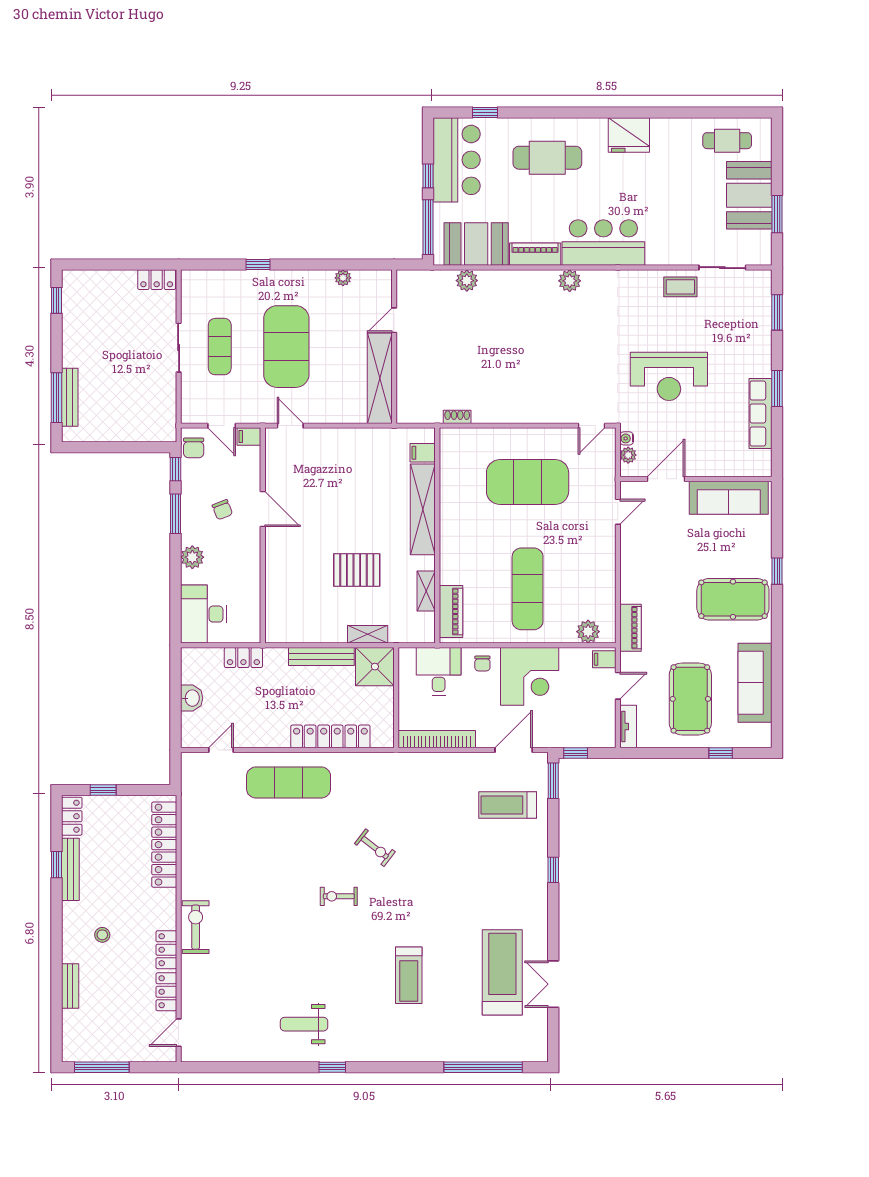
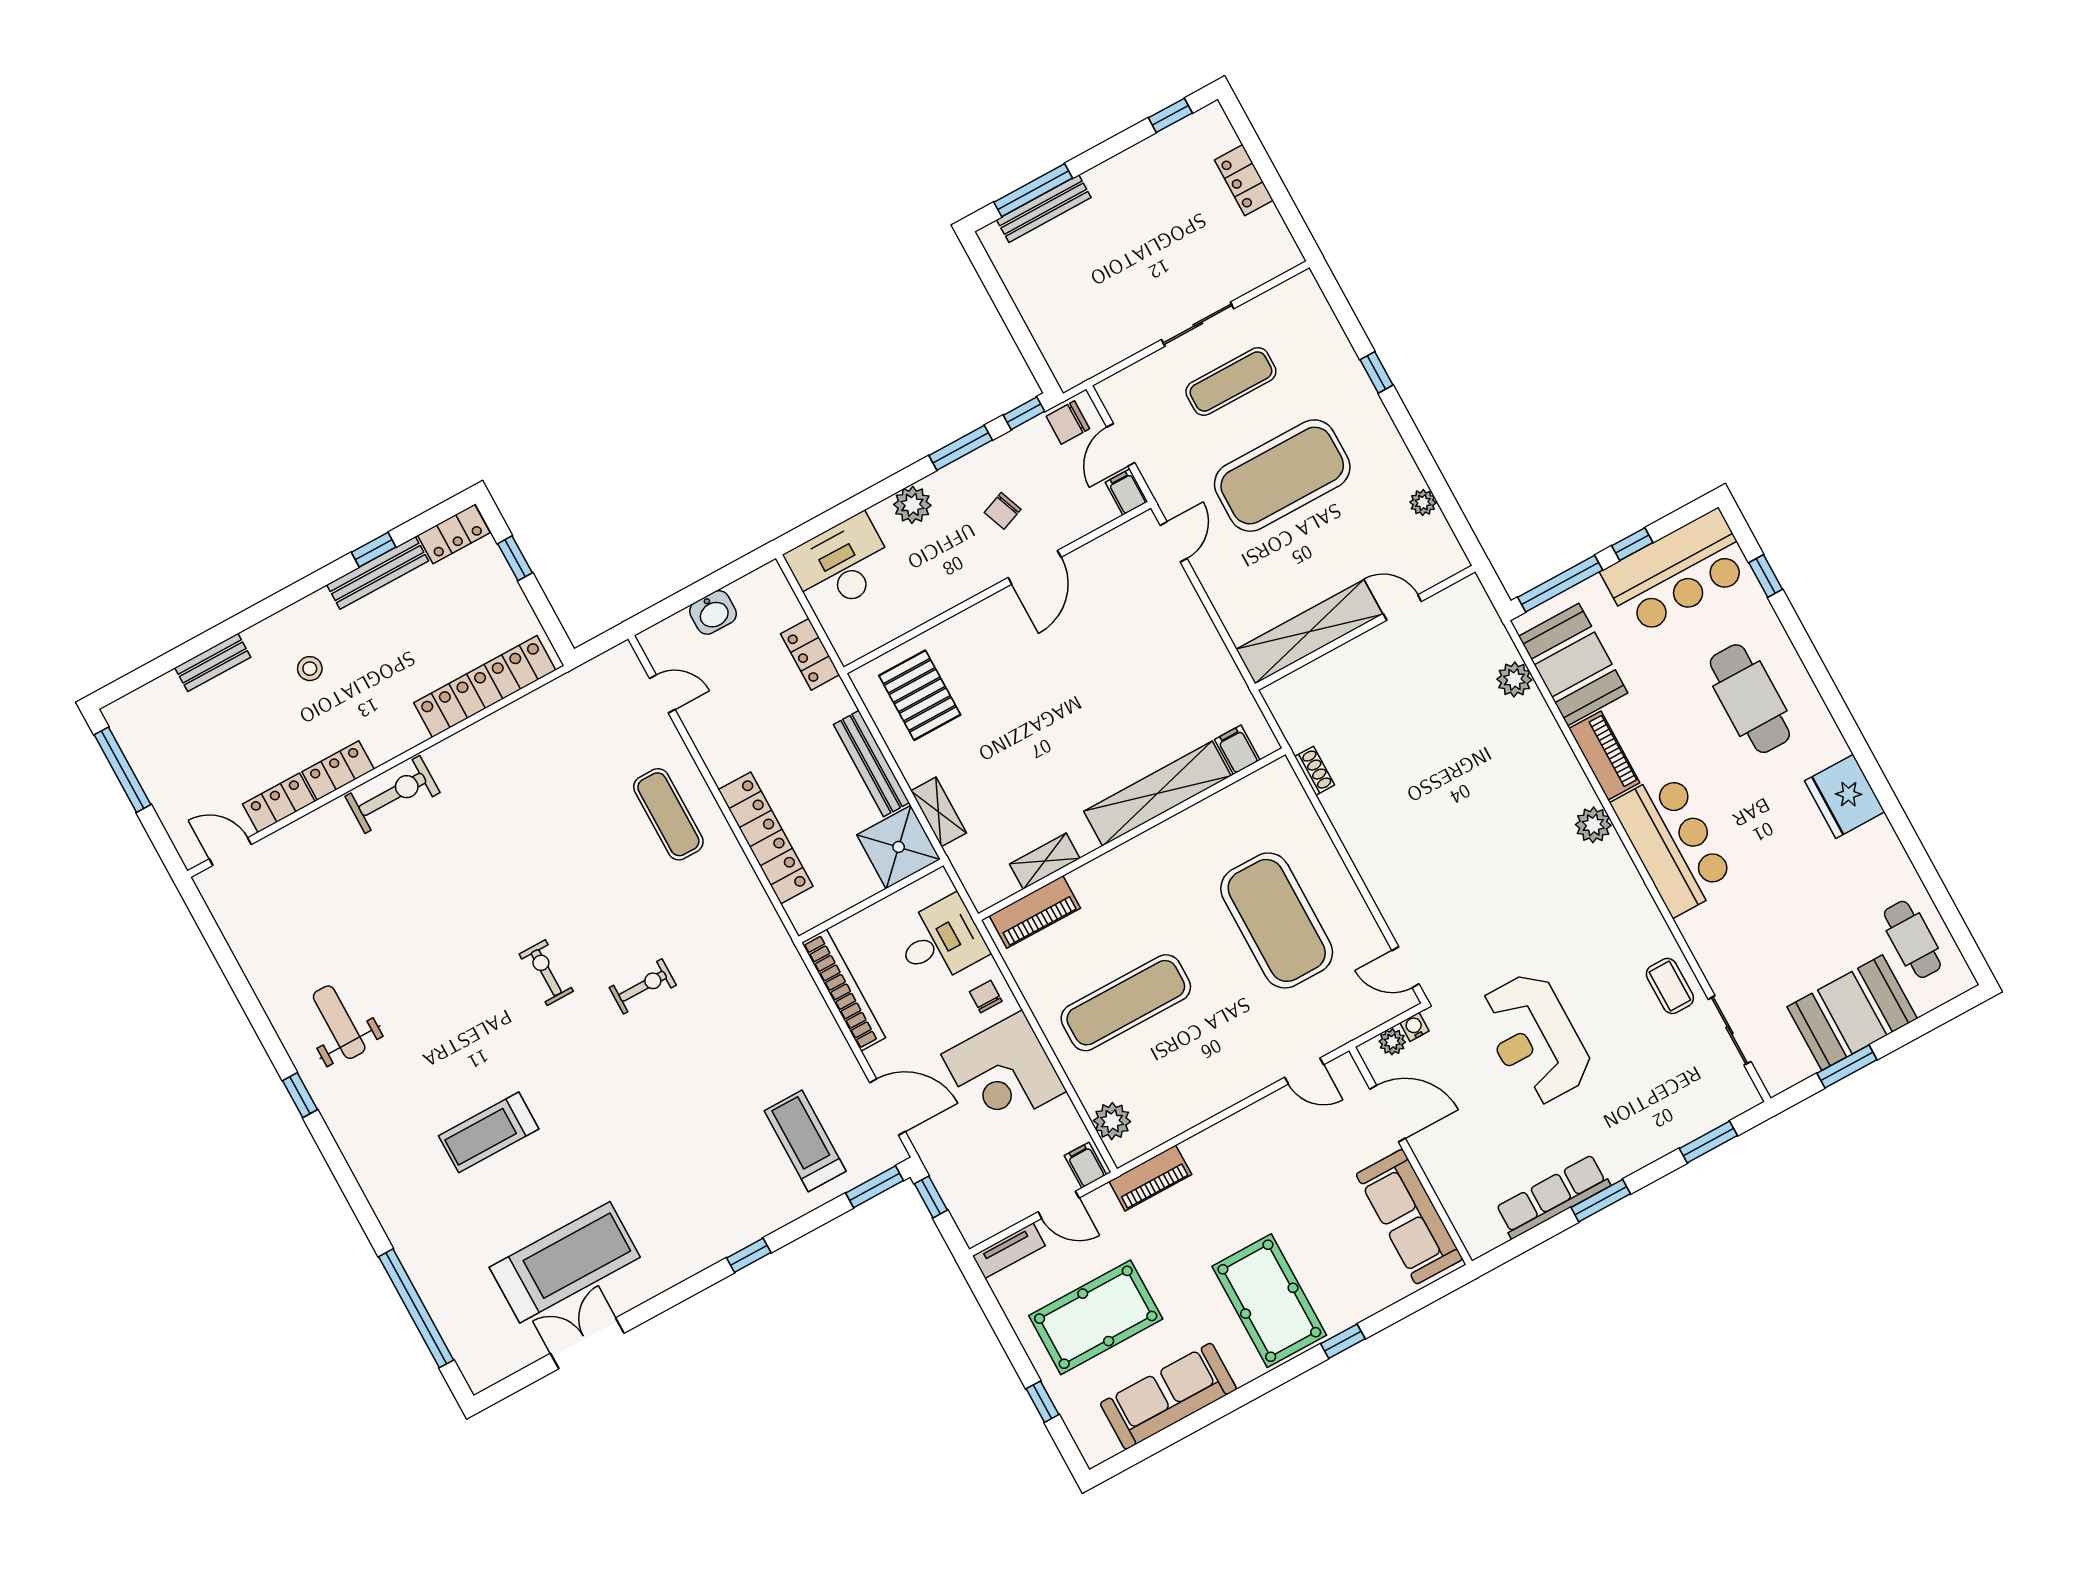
locker: (157, 280) -> (1244, 180), moved
pallet: (357, 570) -> (920, 695), moved
chair: (482, 663) -> (986, 996), turned 90
exercise mat: (289, 782) -> (668, 814), width x0.73, depth x0.69
exercise bike: (375, 848) -> (643, 986), turned -128

